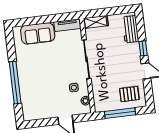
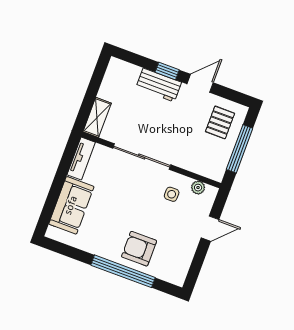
workbench: (130, 29) -> (159, 85), moved
armchair: (33, 85) -> (139, 249), added

